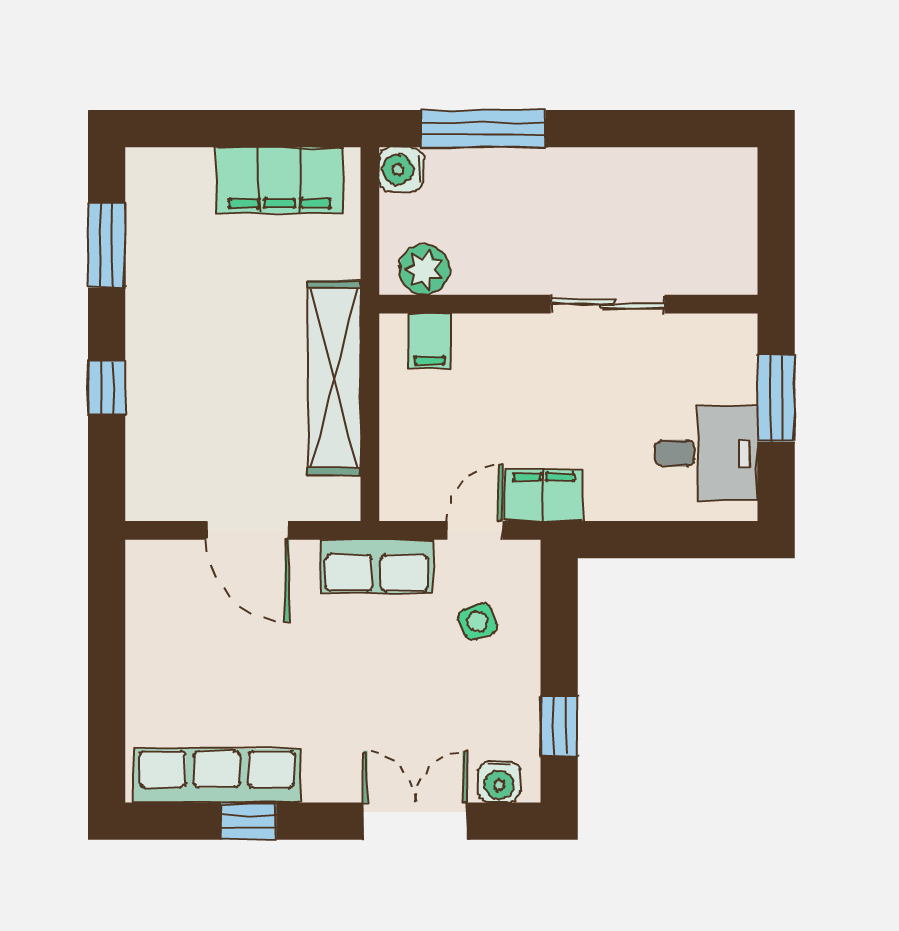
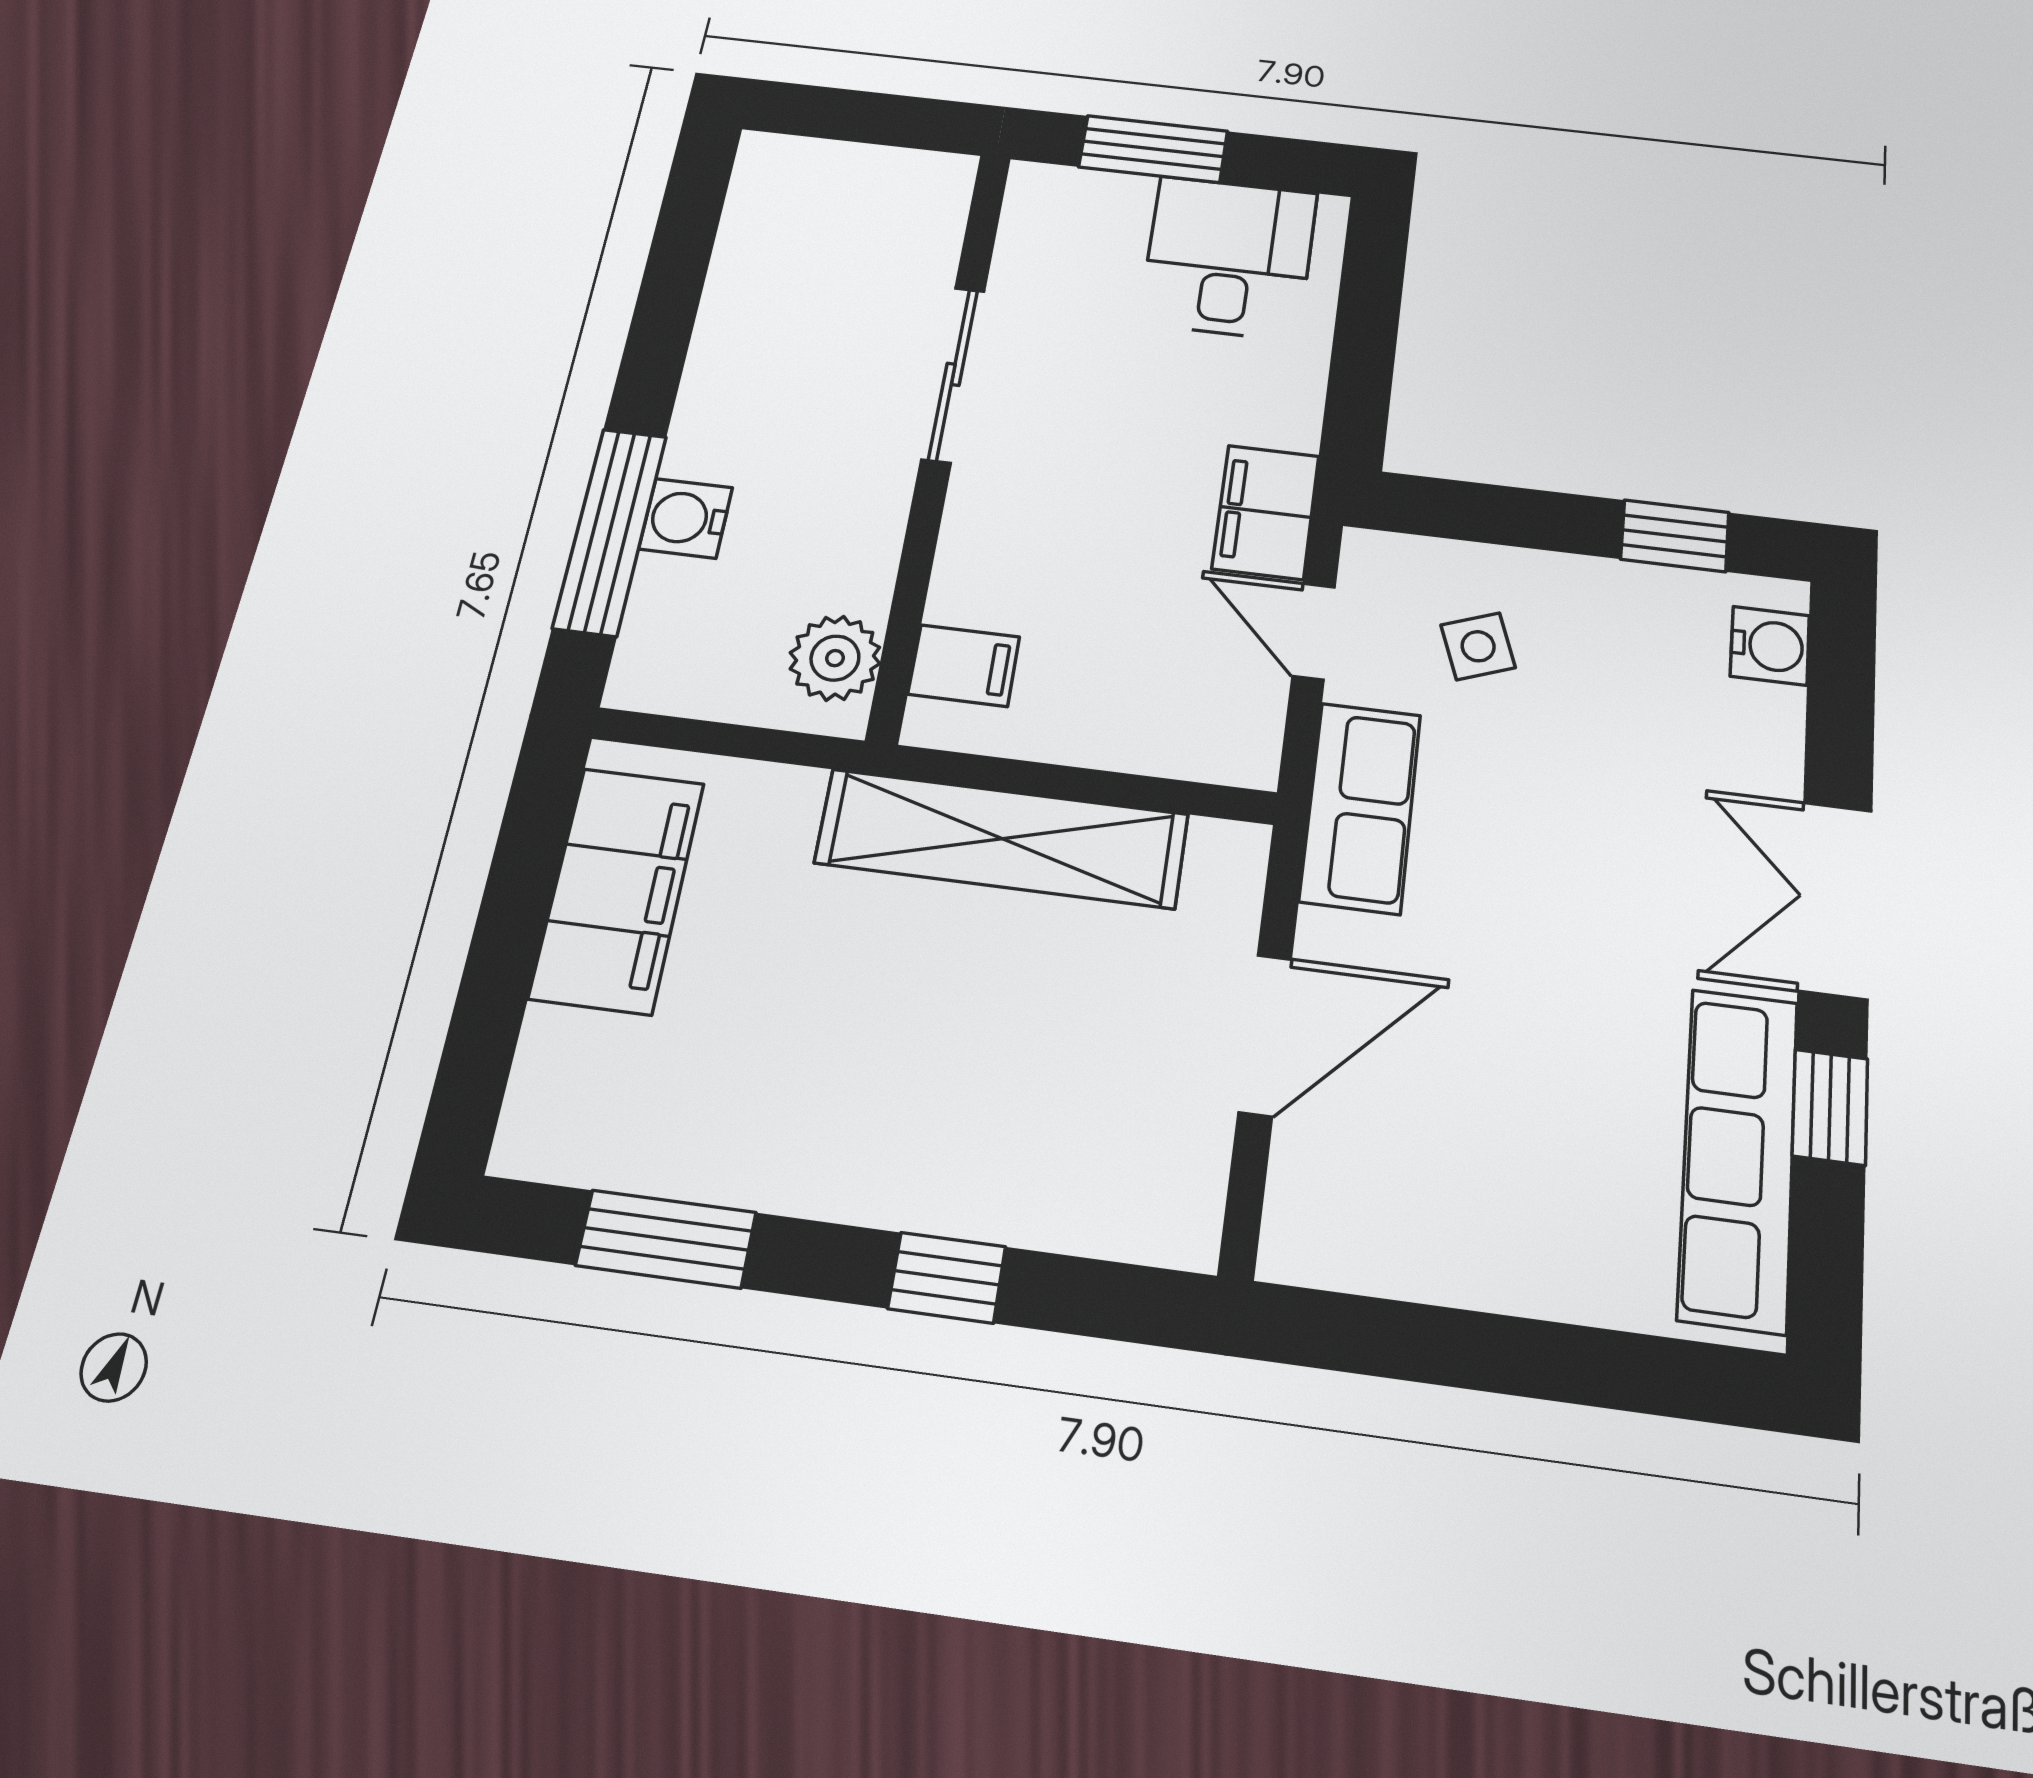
water cooler: (401, 169) -> (686, 518), moved, turned 90
double door: (415, 821) -> (1835, 900), moved

